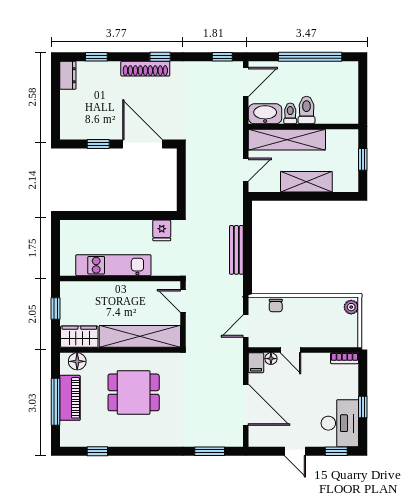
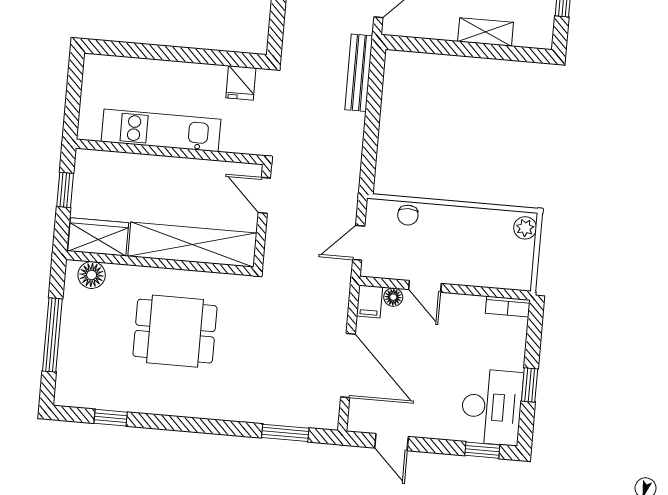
shelving: (306, 182) -> (486, 32), width x0.67, depth x0.75
bench: (236, 250) -> (359, 73), moved
piano: (70, 398) -> (75, 331), removed
door: (295, 451) -> (391, 442), moved

